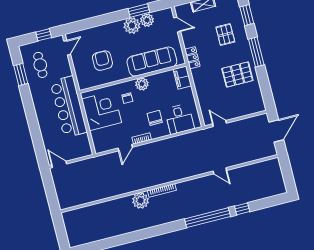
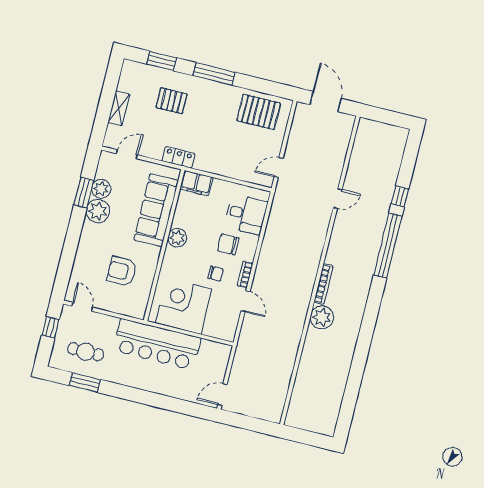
pallet: (237, 74) -> (258, 112), moved, turned 90
chair: (127, 98) -> (216, 274), moved

